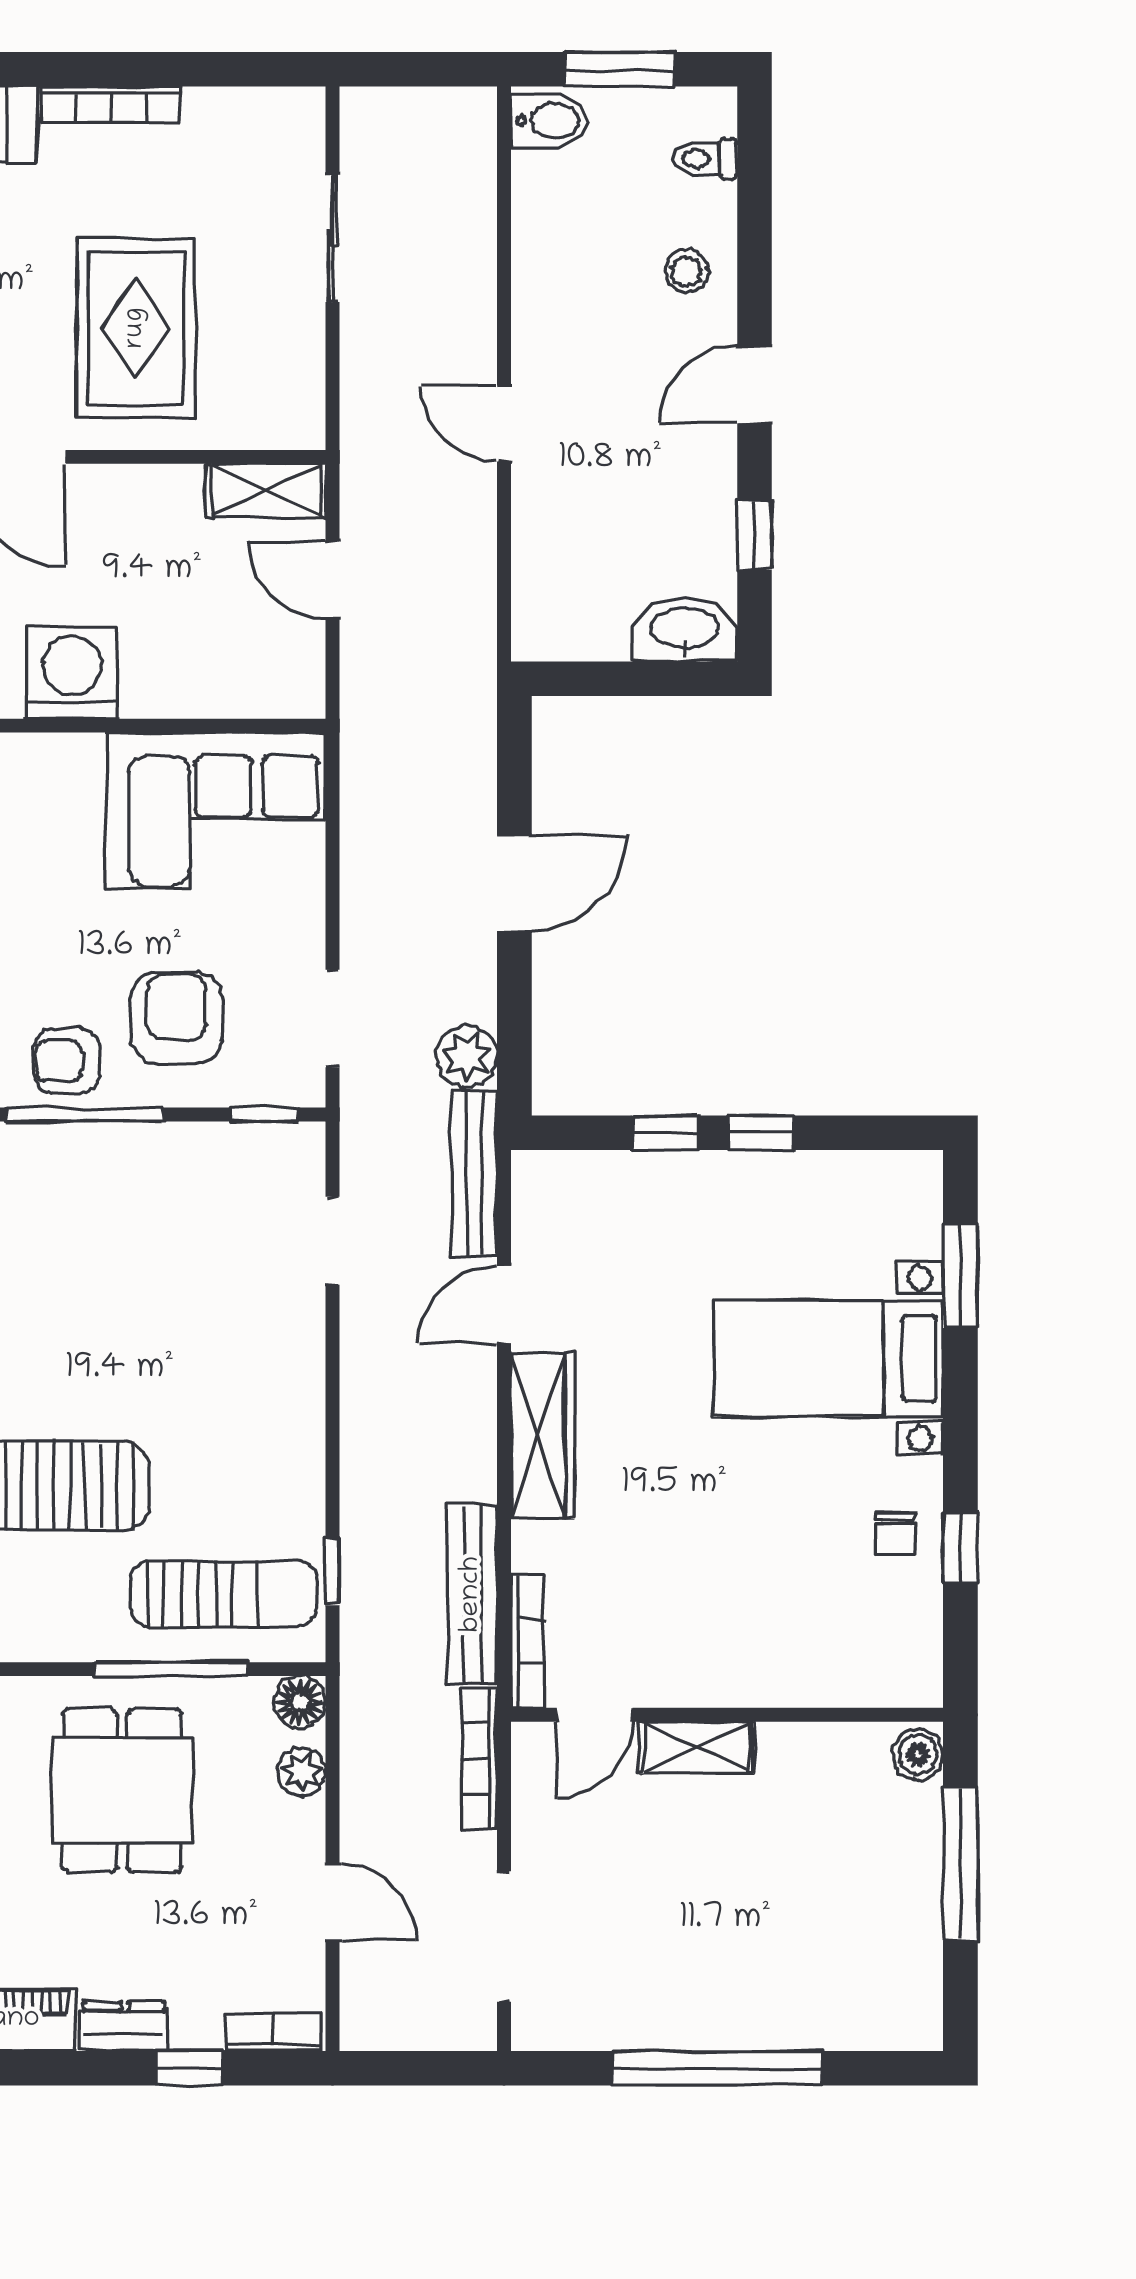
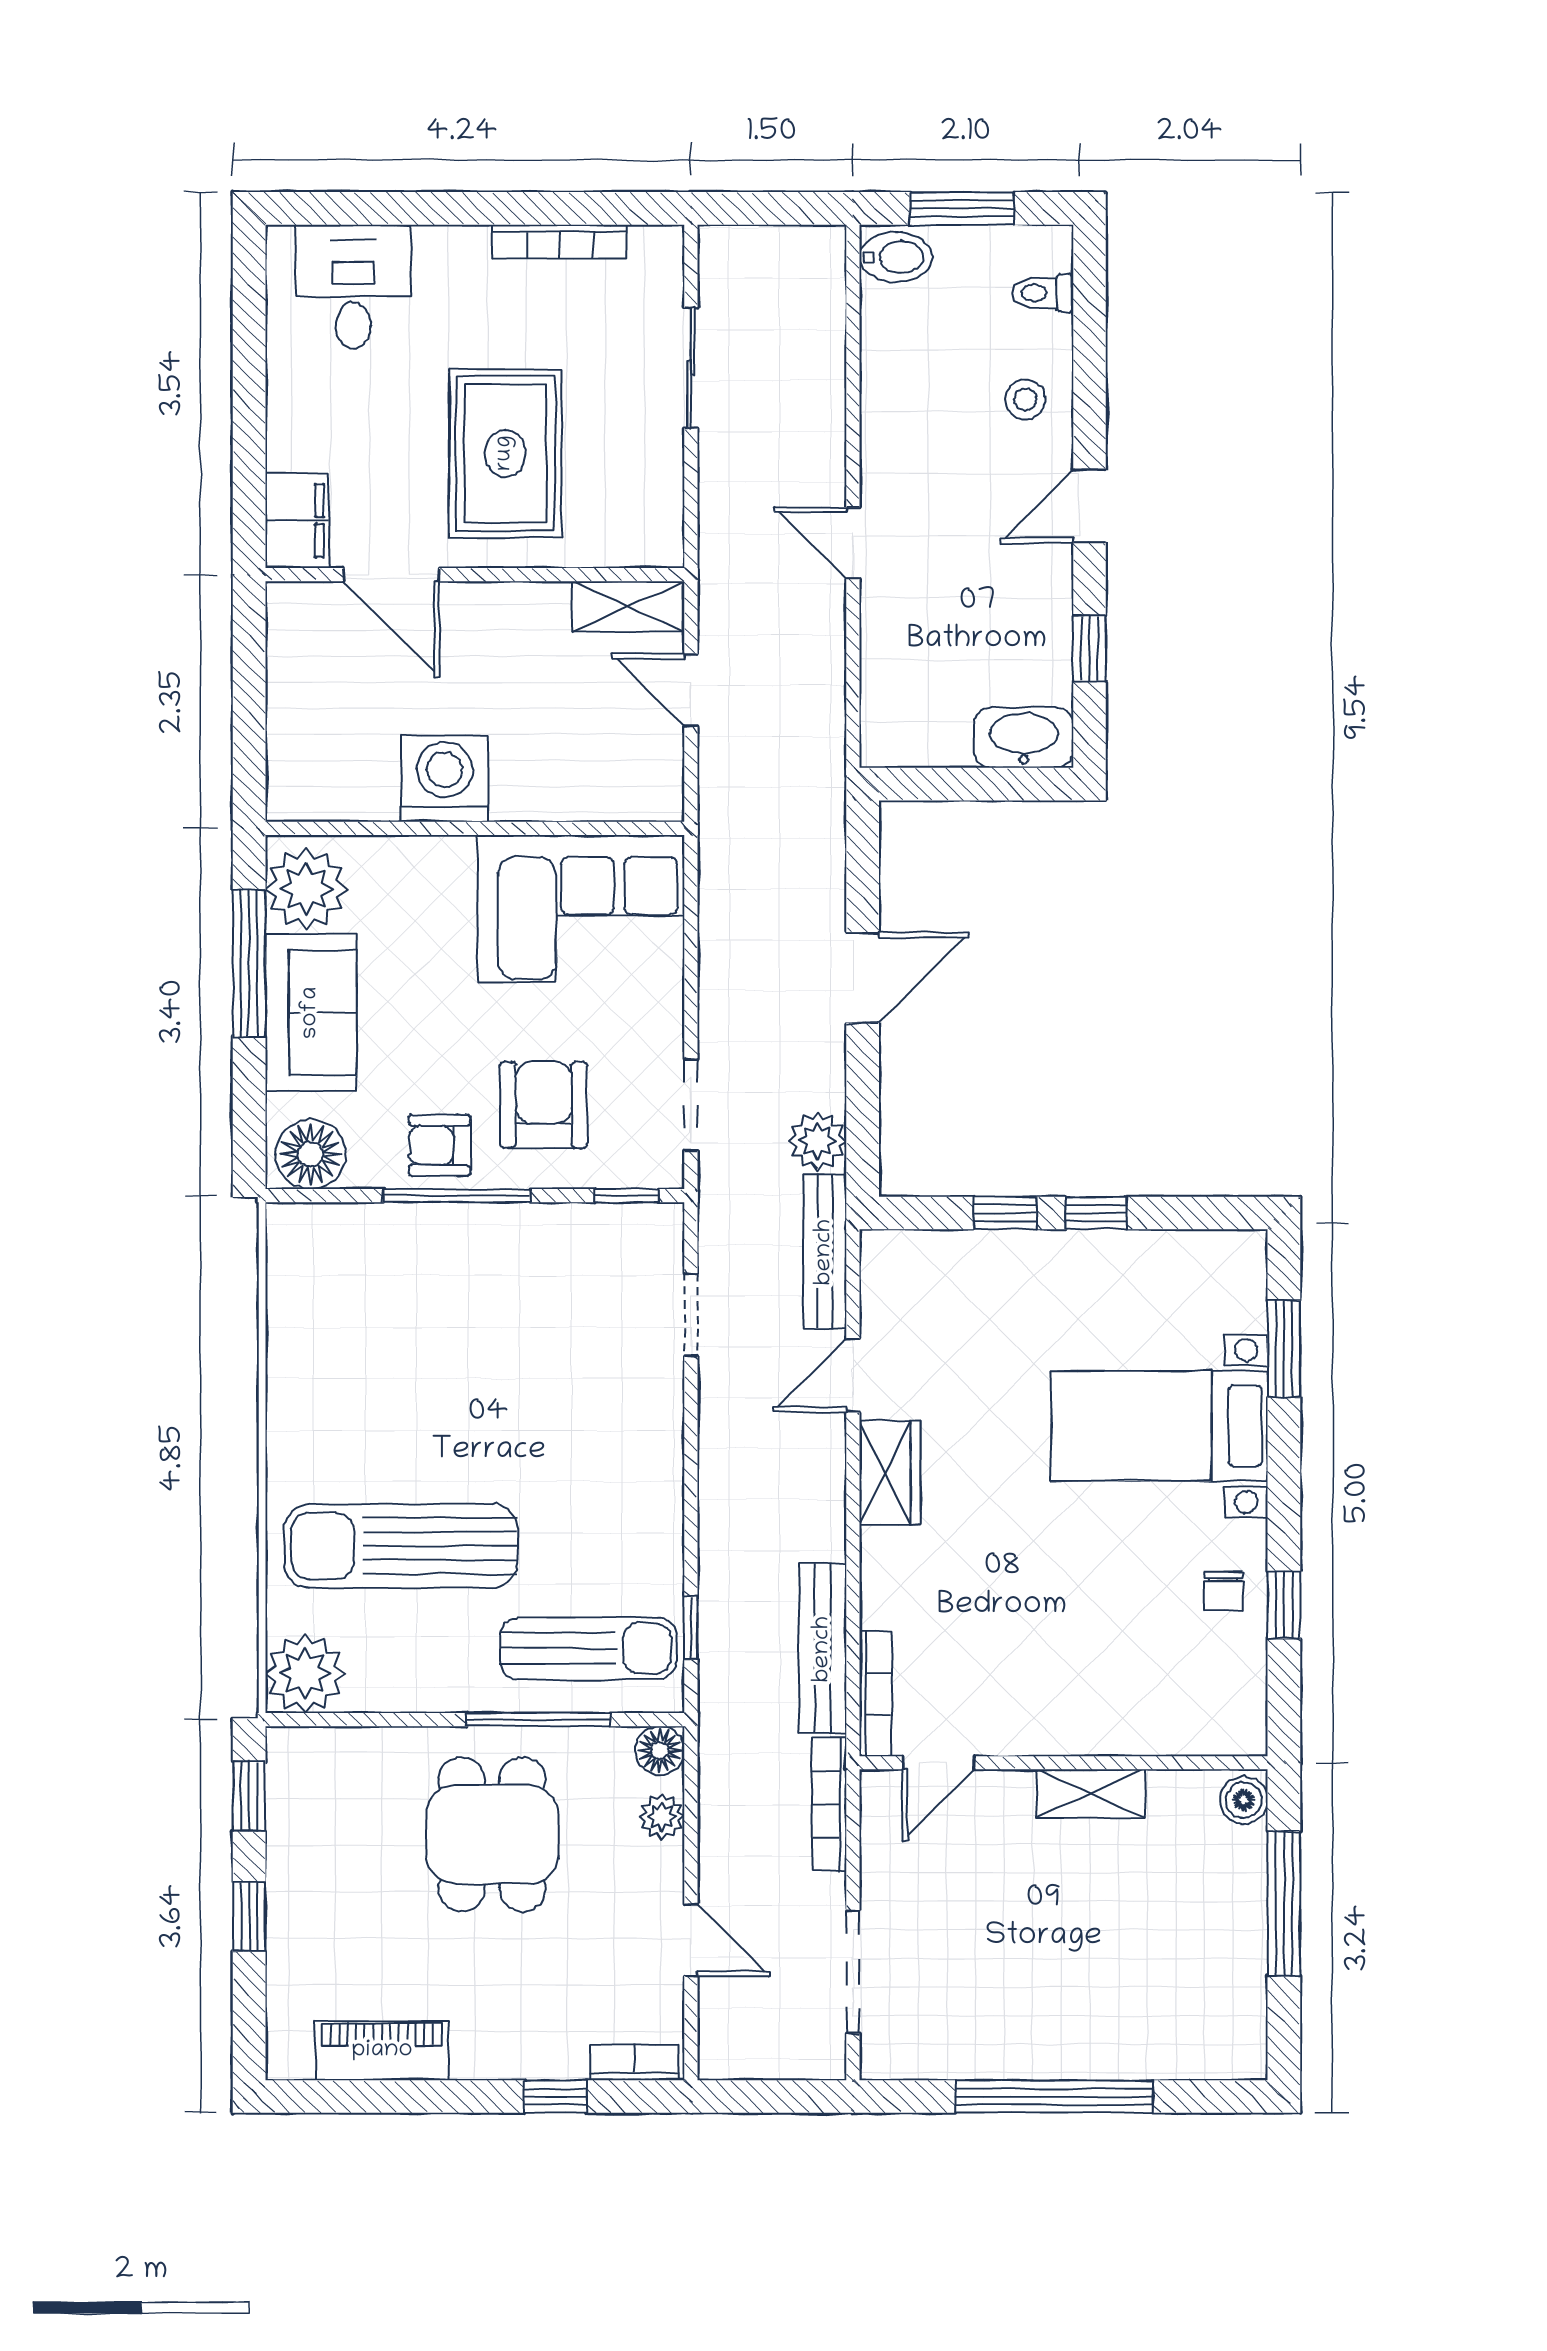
bookcase: (111, 104) -> (560, 242), moved
wardrobe: (543, 1436) -> (890, 1473), width x0.67
shelving: (697, 1747) -> (1090, 1794), moved
dresser: (124, 2026) -> (494, 2057), removed

